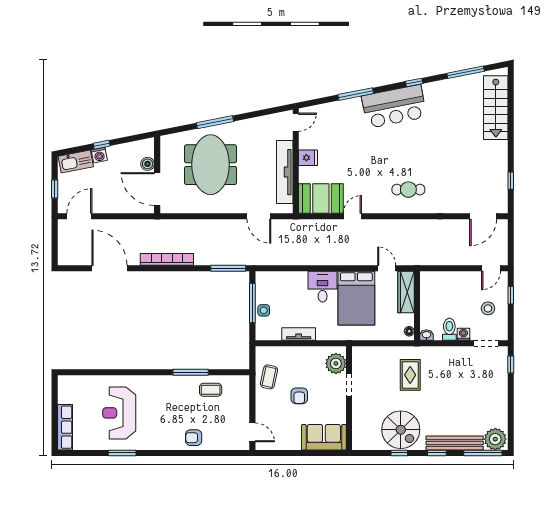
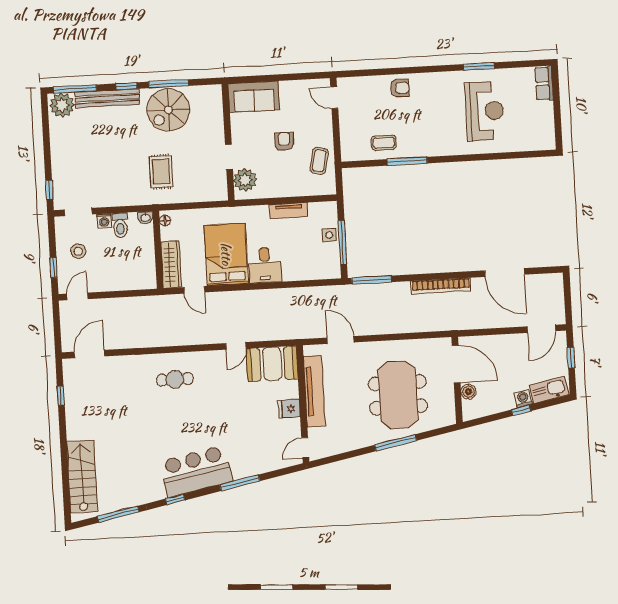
row of seats: (65, 427) -> (544, 83), width x0.68
spiral stairs: (401, 430) -> (168, 110), turned -90
window: (399, 453) -> (169, 84), width x2.17

